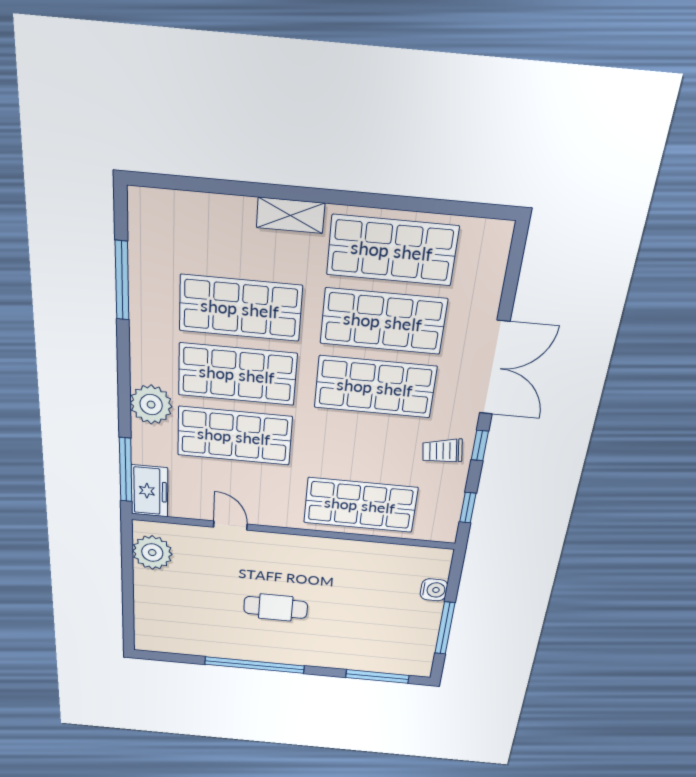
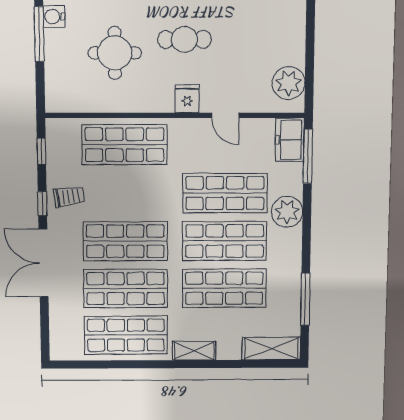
shelving: (172, 208) -> (271, 349), added
fridge: (277, 548) -> (187, 99), added
water cooler: (434, 590) -> (54, 17), moved
round table: (359, 602) -> (115, 53), added

